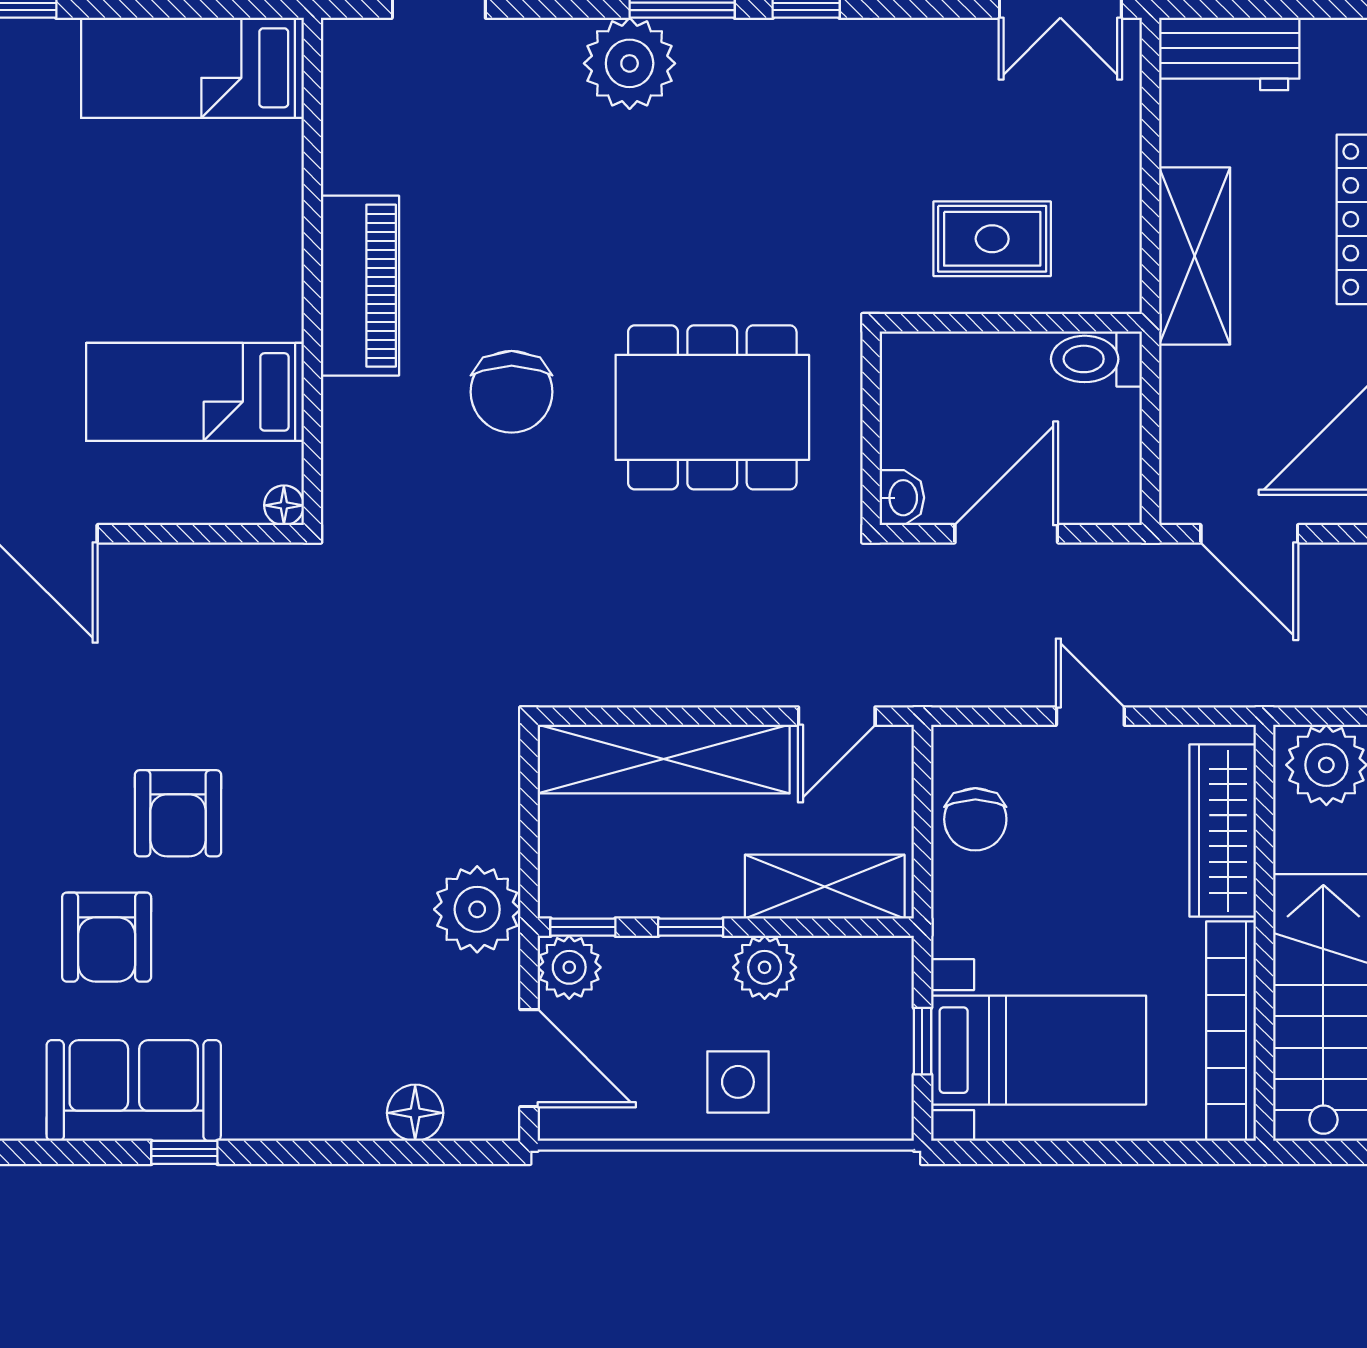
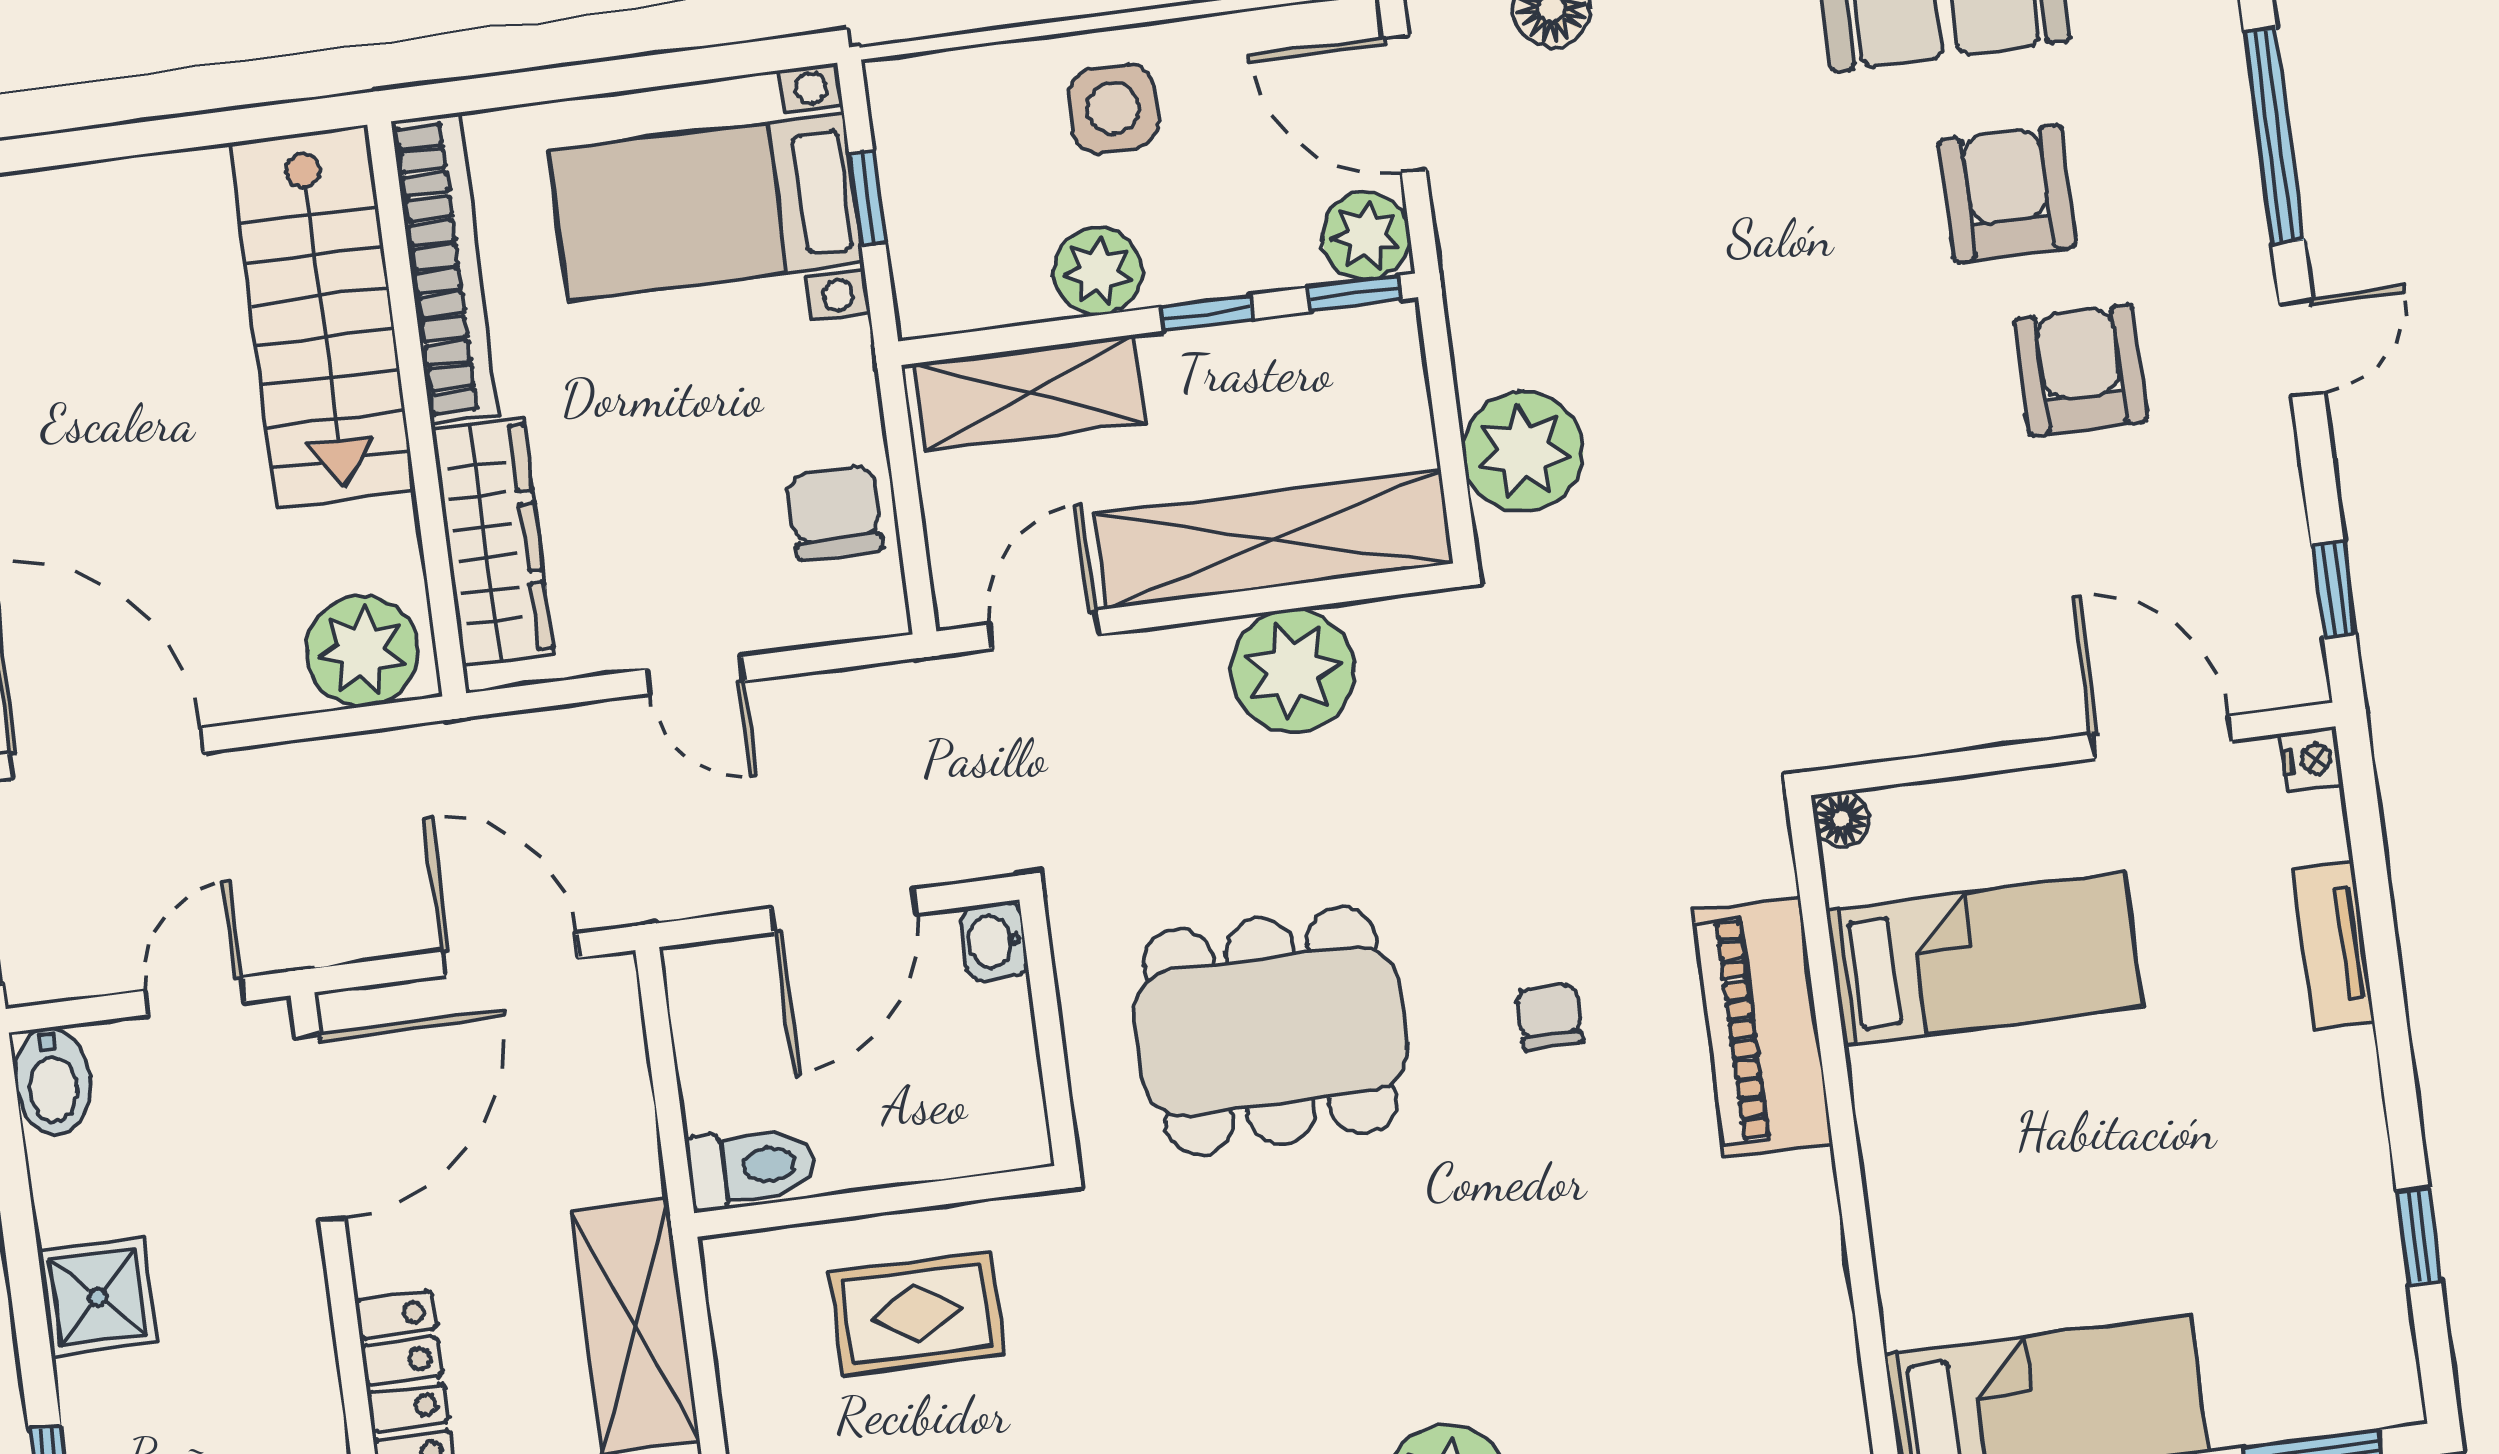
piano: (360, 286) -> (1763, 1027), moved
chair: (512, 392) -> (1549, 1016), width x0.54, depth x0.54
plant: (663, 663) -> (1293, 671), added
armchair: (178, 813) -> (2081, 370), moved
plant: (477, 909) -> (1523, 452), moved

